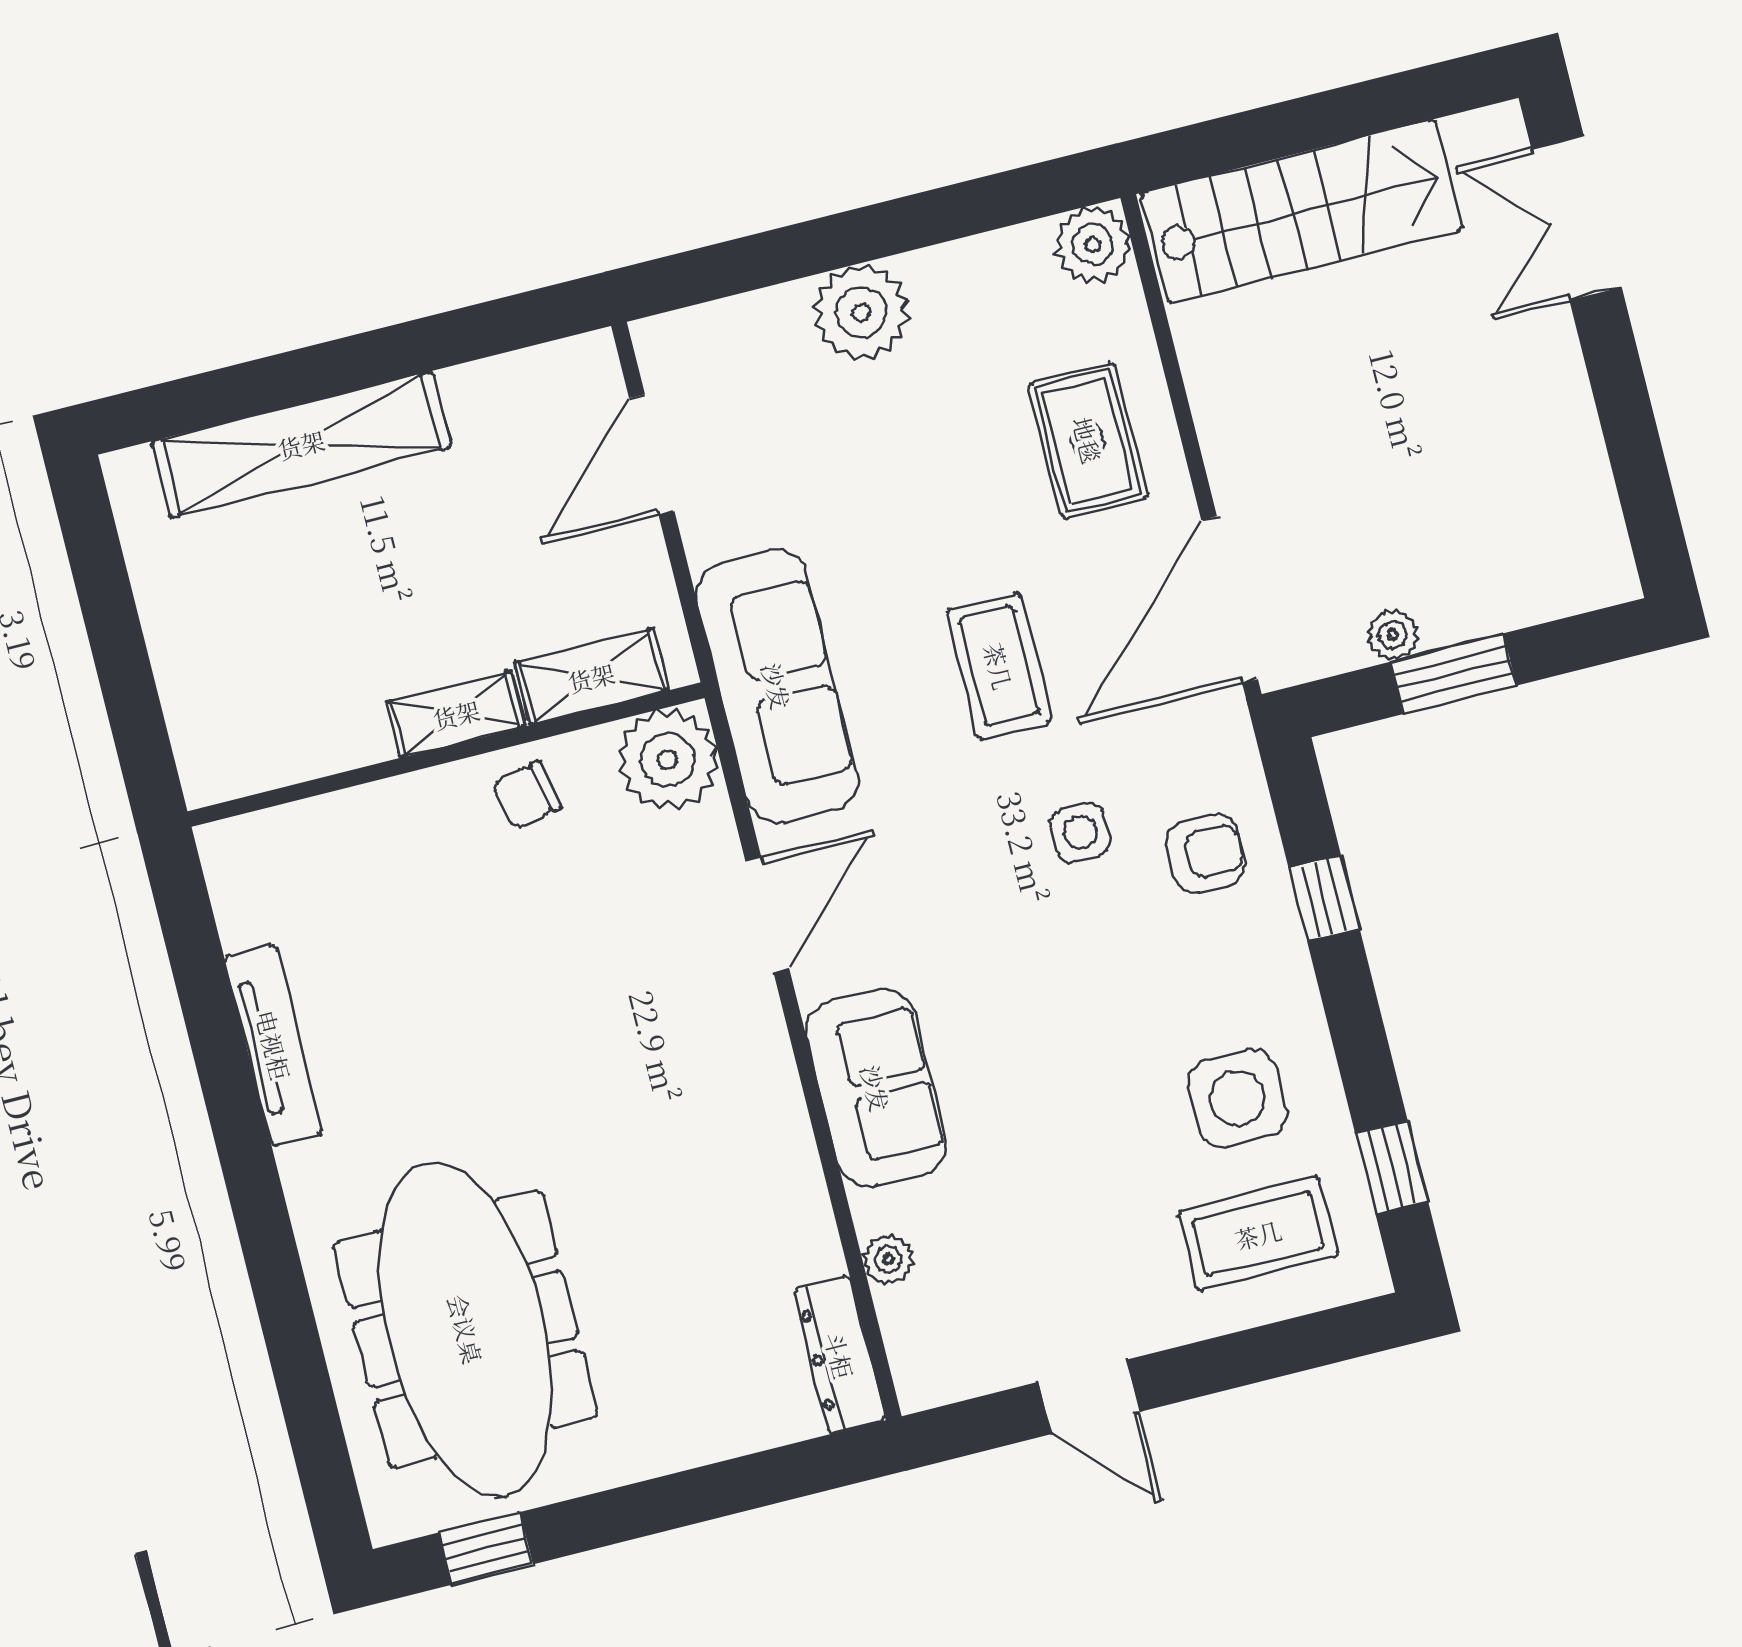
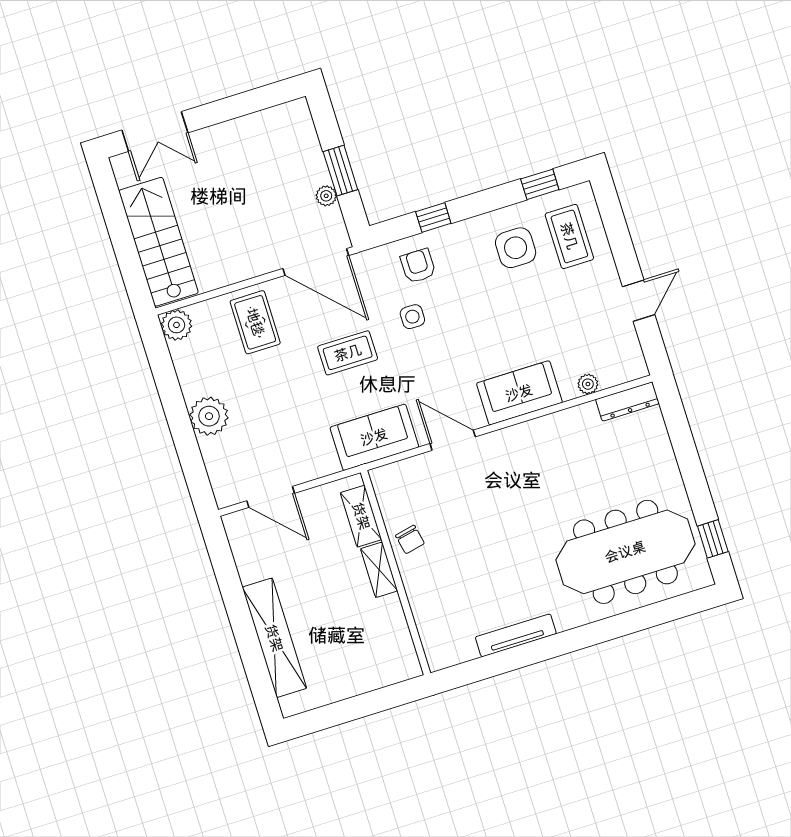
rug: (1088, 440) -> (255, 322), turned 90
sofa: (777, 686) -> (374, 437), width x0.73
plant: (668, 760) -> (393, 484), removed

